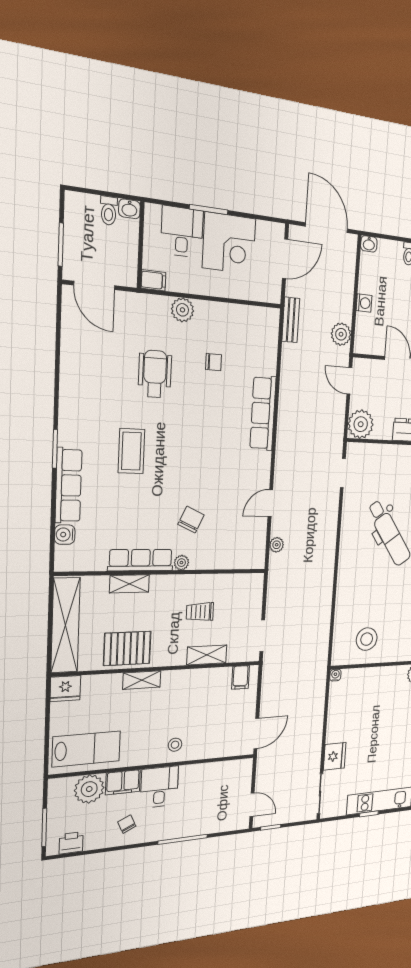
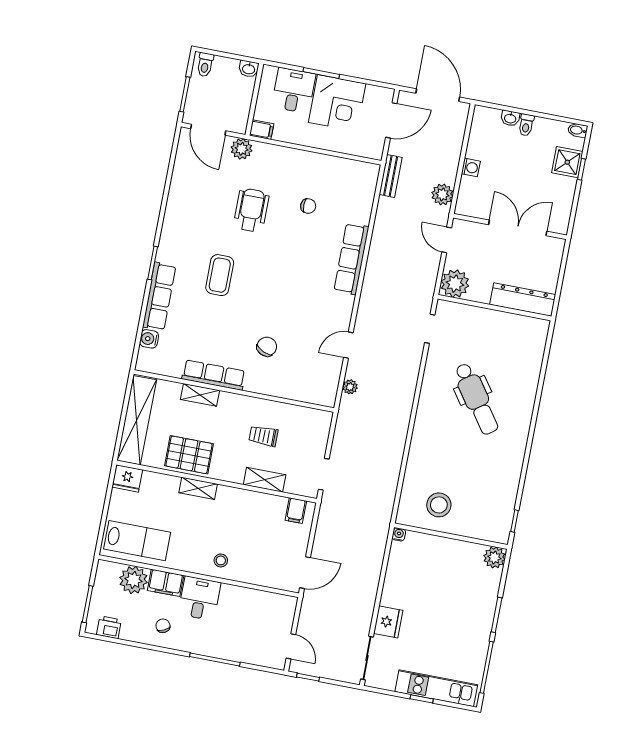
toilet: (109, 211) -> (205, 65), moved
washbasin: (369, 244) -> (510, 118), moved
plant: (182, 310) -> (242, 149), moved
plant: (181, 563) -> (252, 385), removed

